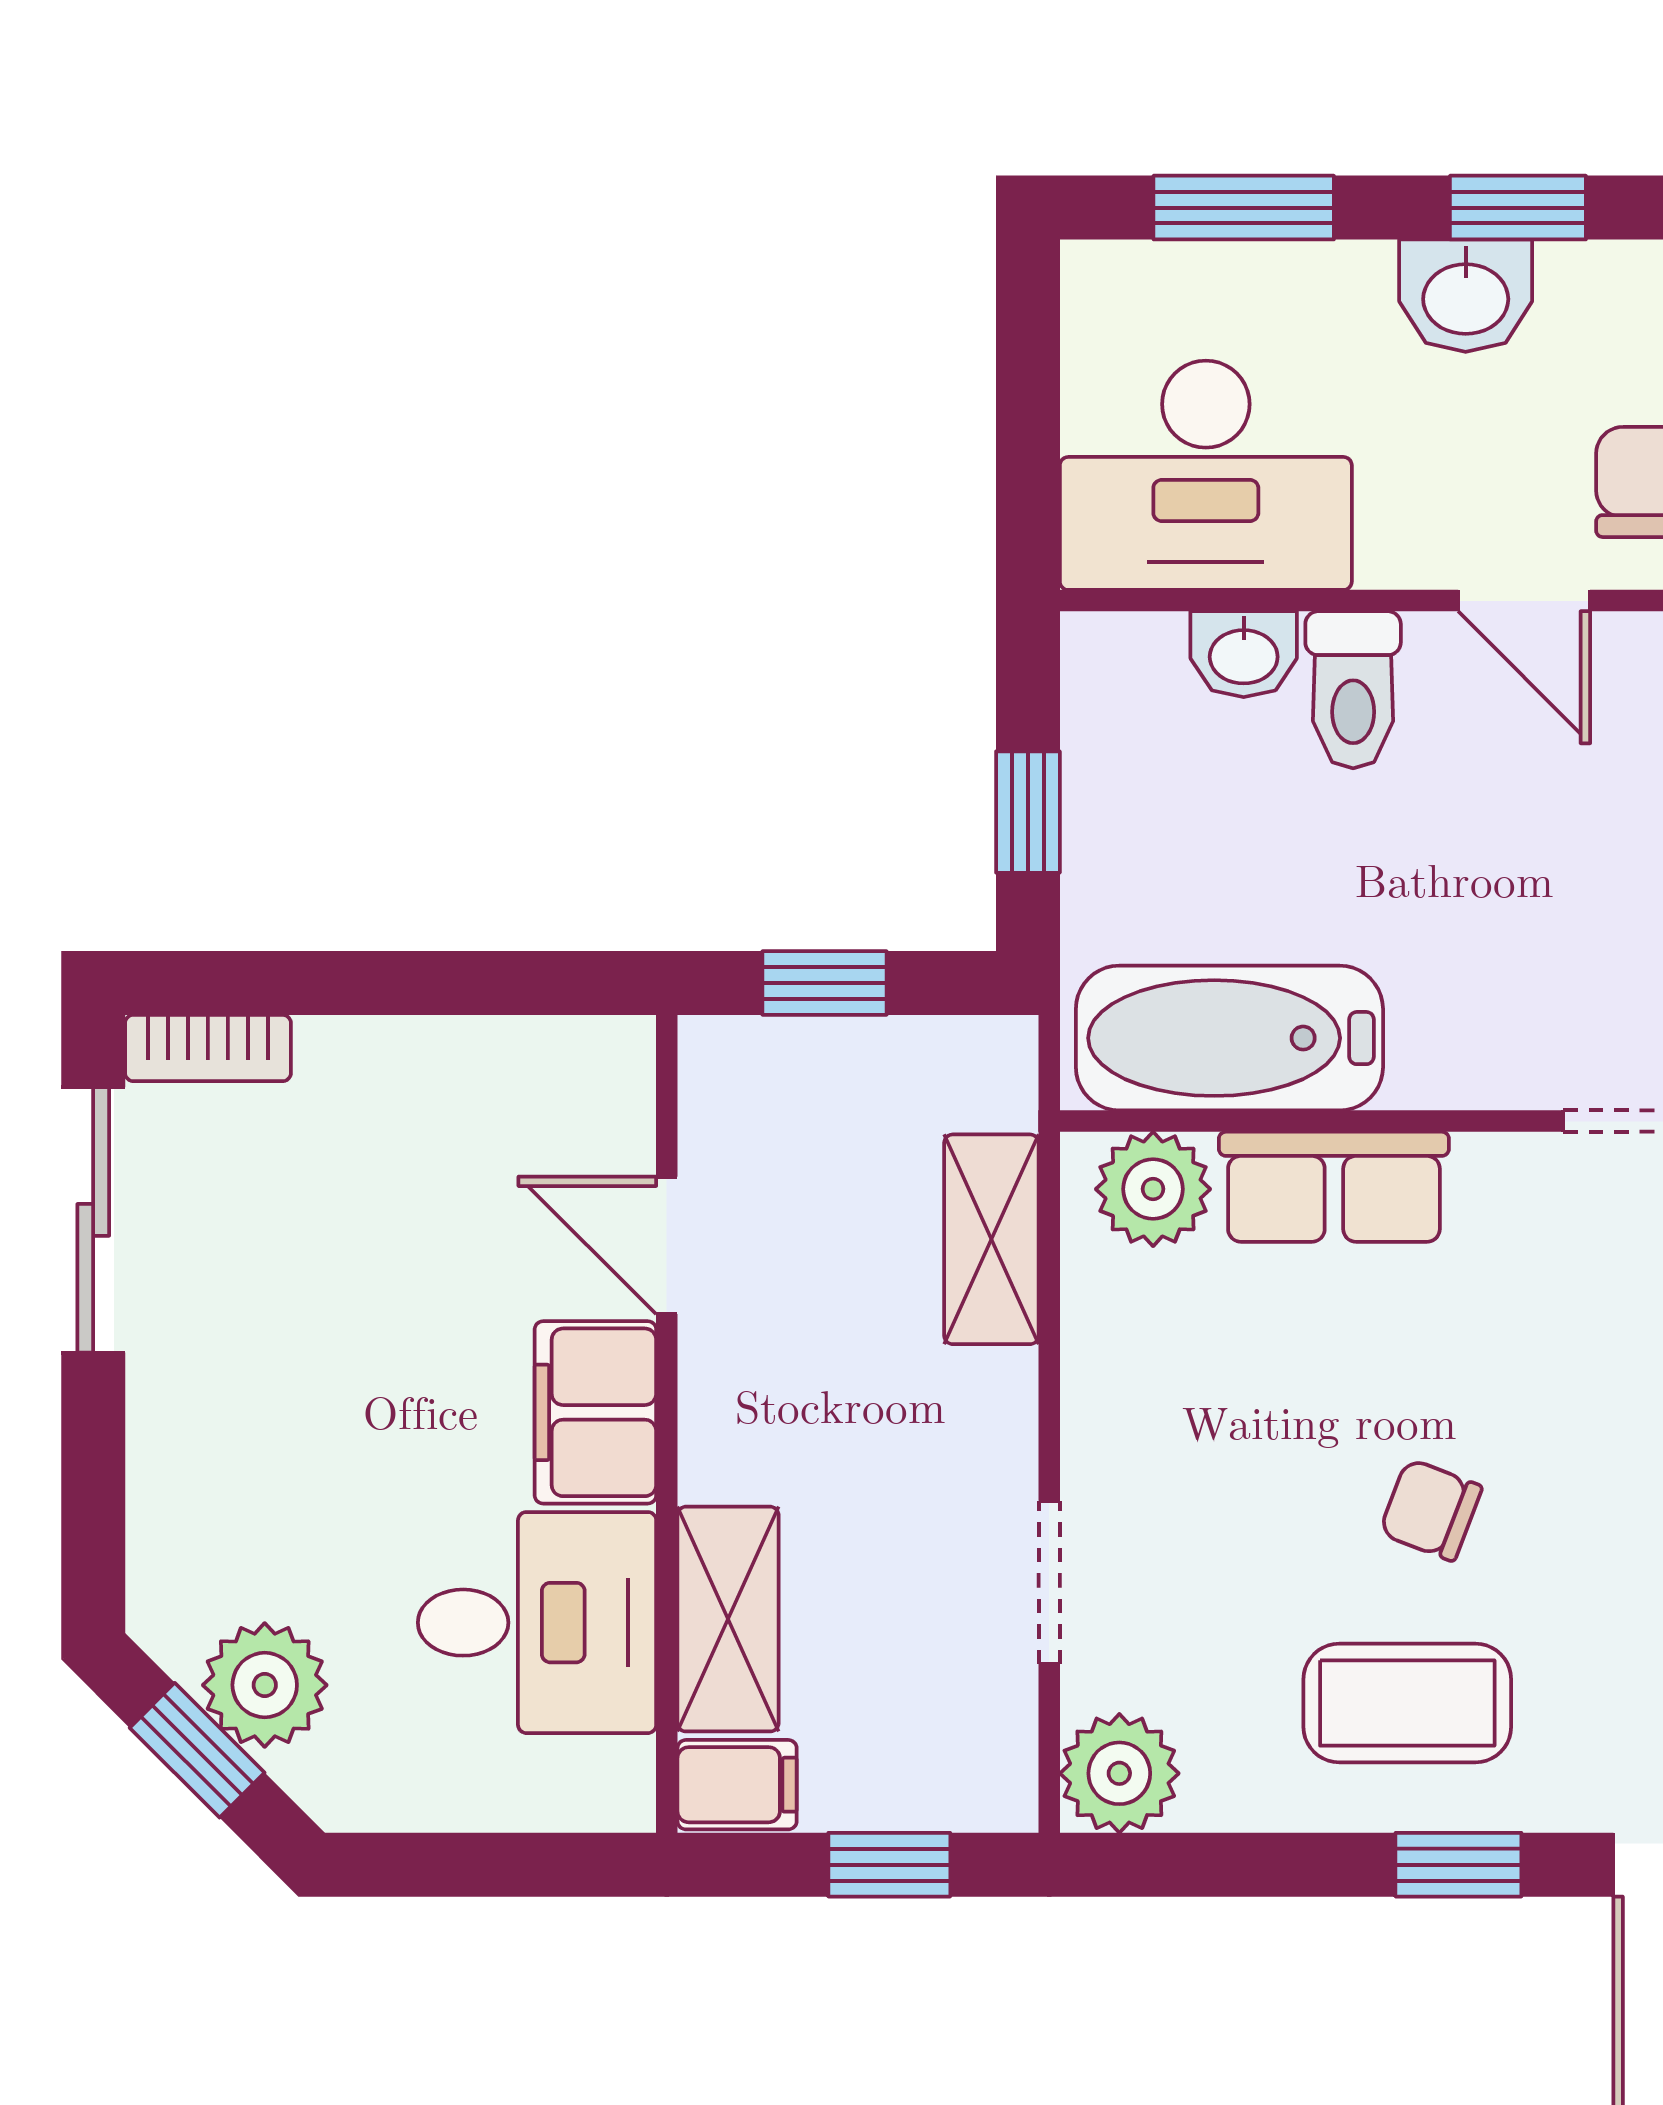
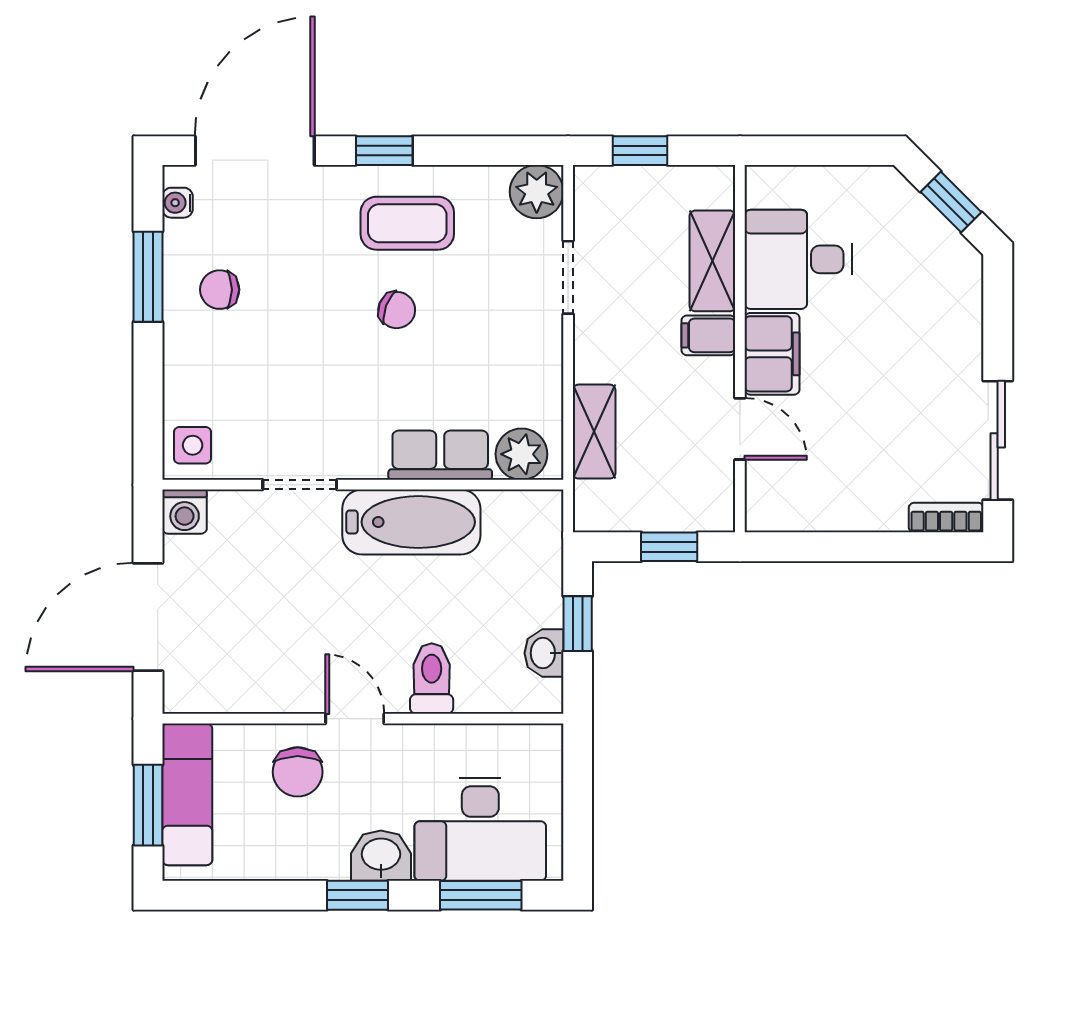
desk: (1206, 475) -> (480, 829), moved, turned 180
washbasin: (1244, 654) -> (544, 653), moved, turned -90
bathtub: (1229, 1038) -> (411, 522), moved
plant: (265, 1685) -> (921, 231), removed
filing cabinet: (737, 1785) -> (708, 335), moved

